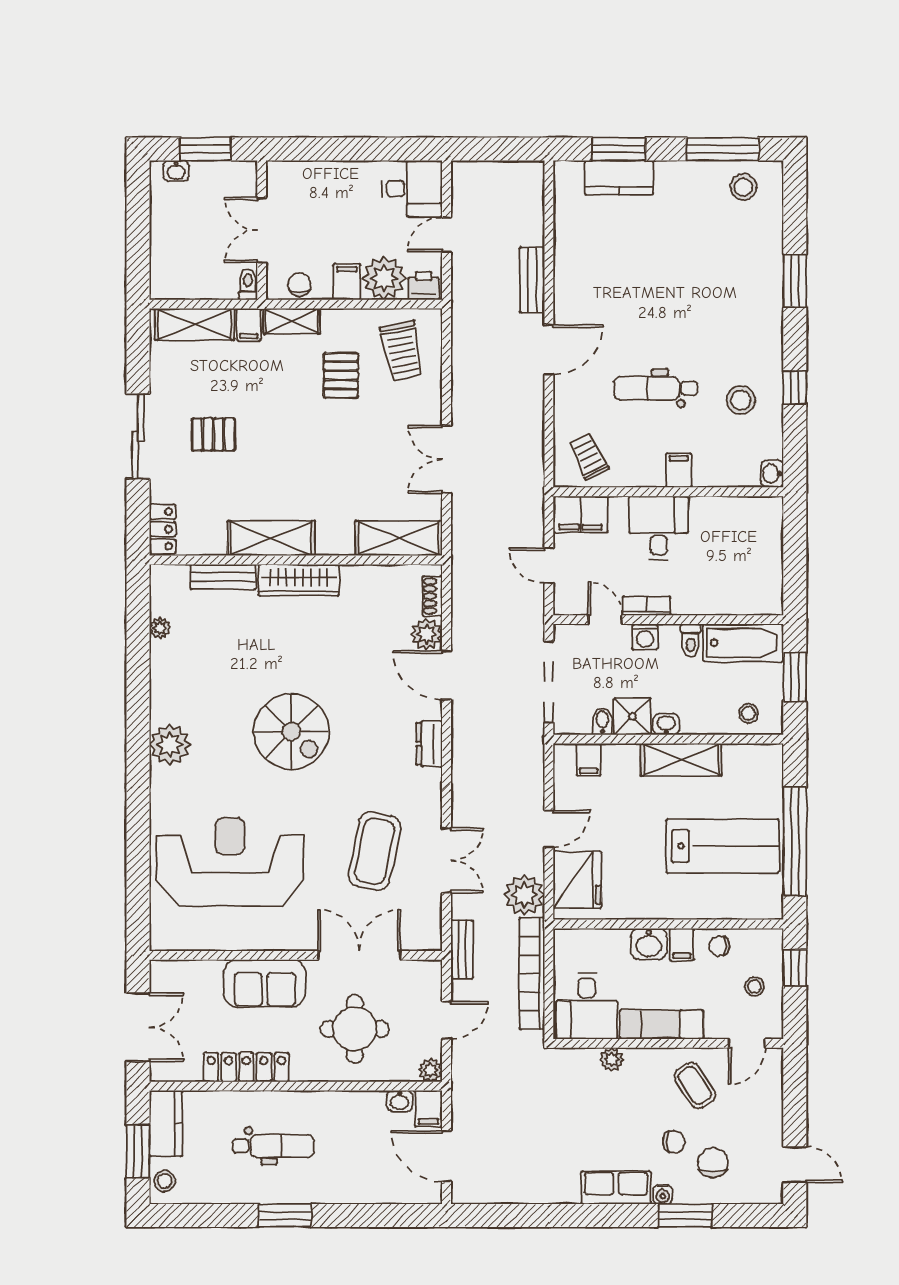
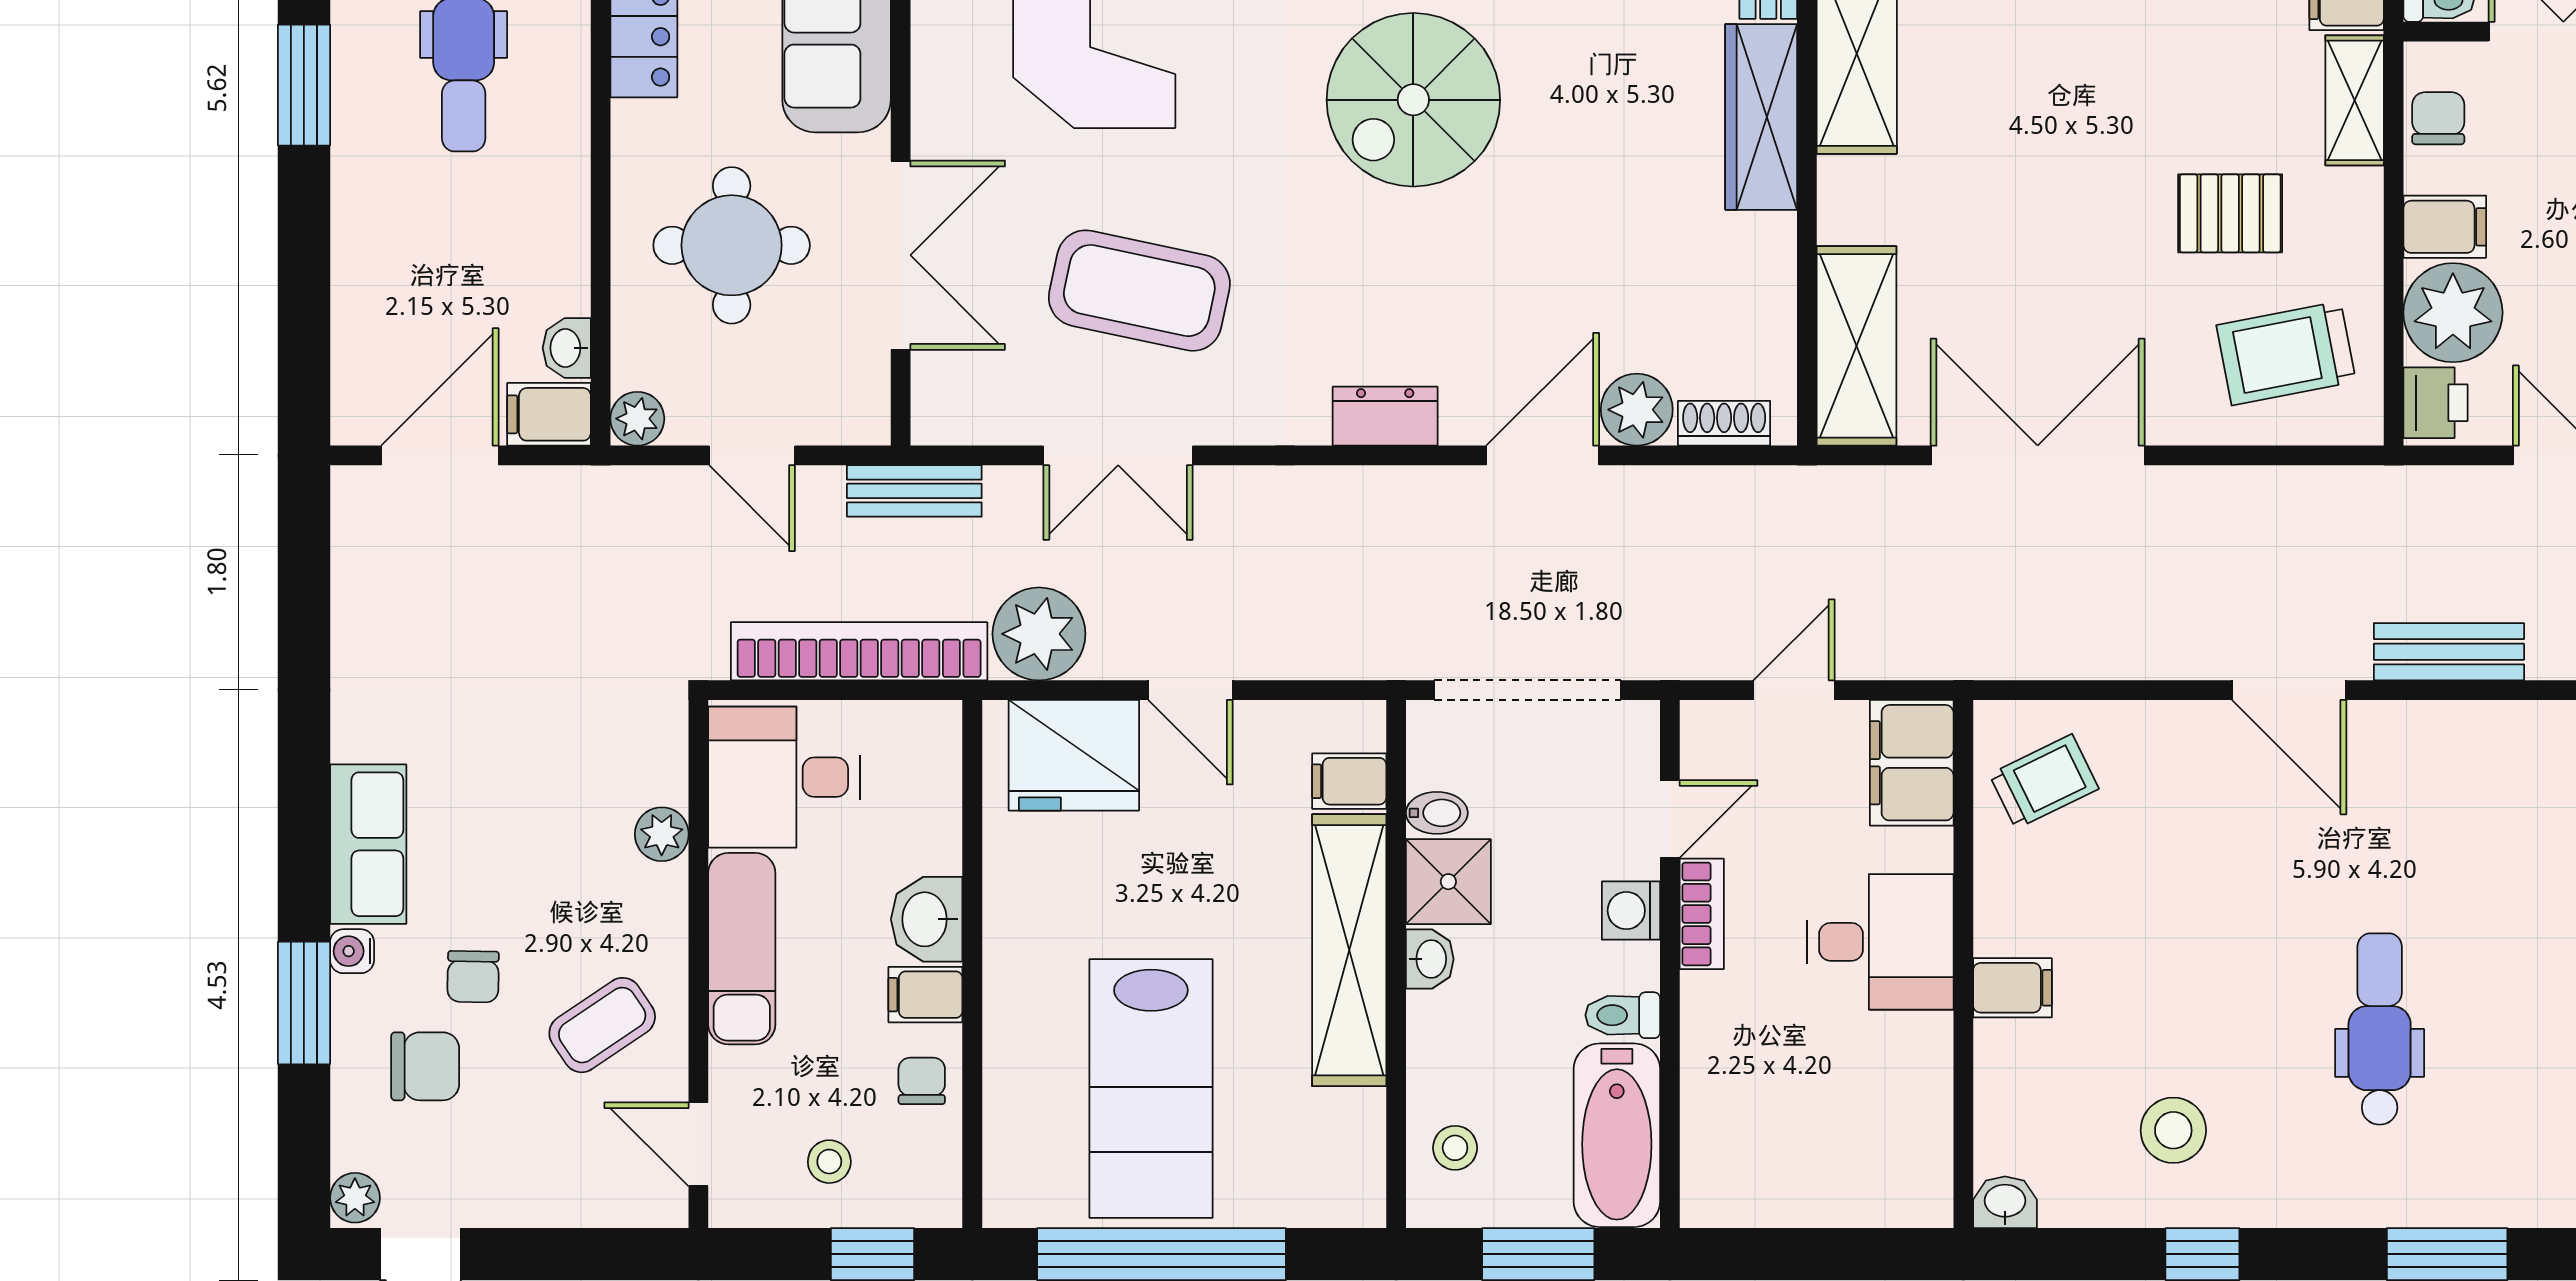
chair: (299, 285) -> (2438, 118), turned -89
dental chair: (656, 388) -> (2380, 1029), moved
double door: (446, 459) -> (2038, 455), width x1.37
shelving: (681, 760) -> (1349, 950), width x1.47
plant: (770, 1193) -> (355, 1198), added

